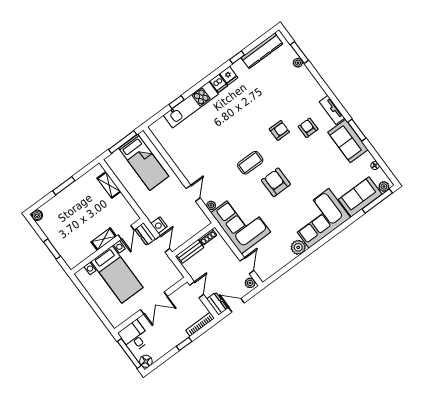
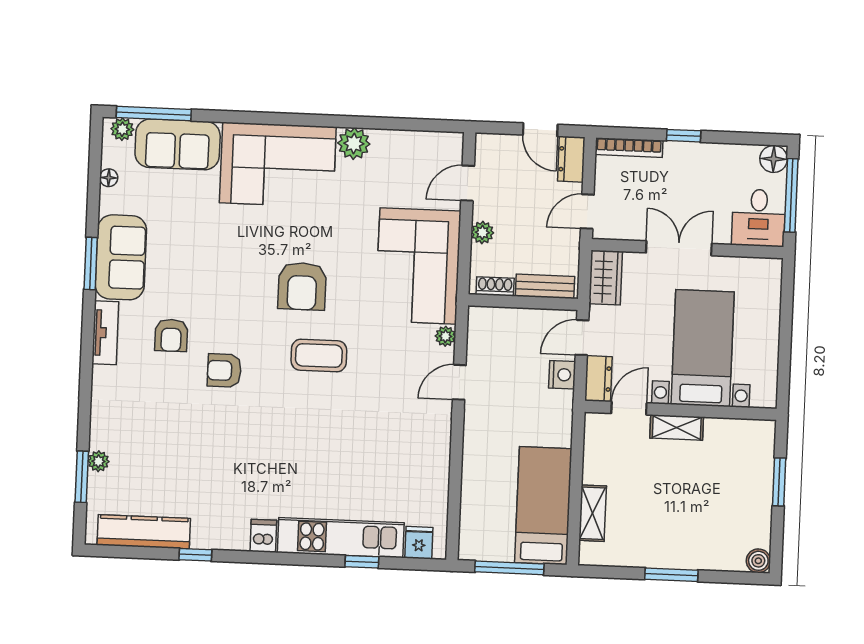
fridge: (229, 76) -> (419, 543), moved
bed: (144, 162) -> (543, 506), moved
wardrobe: (171, 272) -> (606, 278), added
plant: (250, 283) -> (482, 232), moved

